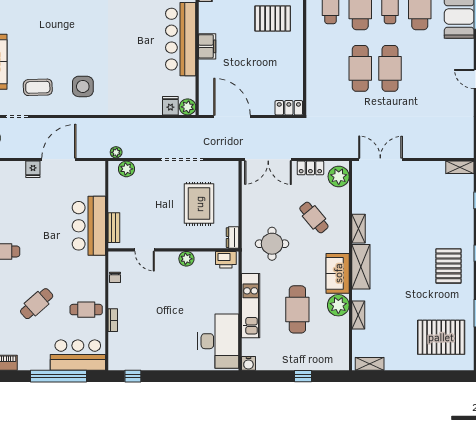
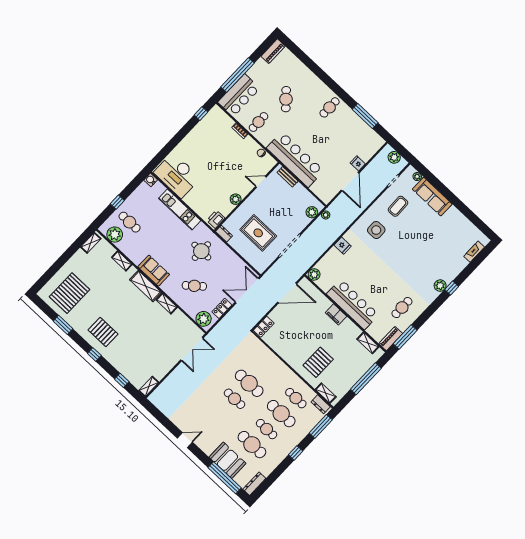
cafe table: (390, 68) -> (235, 399), width x0.73, depth x0.74
fridge: (170, 106) -> (343, 246), moved
bar counter: (89, 226) -> (295, 159), width x1.36
plant: (338, 305) -> (115, 235), moved
cafe table: (297, 309) -> (130, 222), moved, width x0.73, depth x0.74

